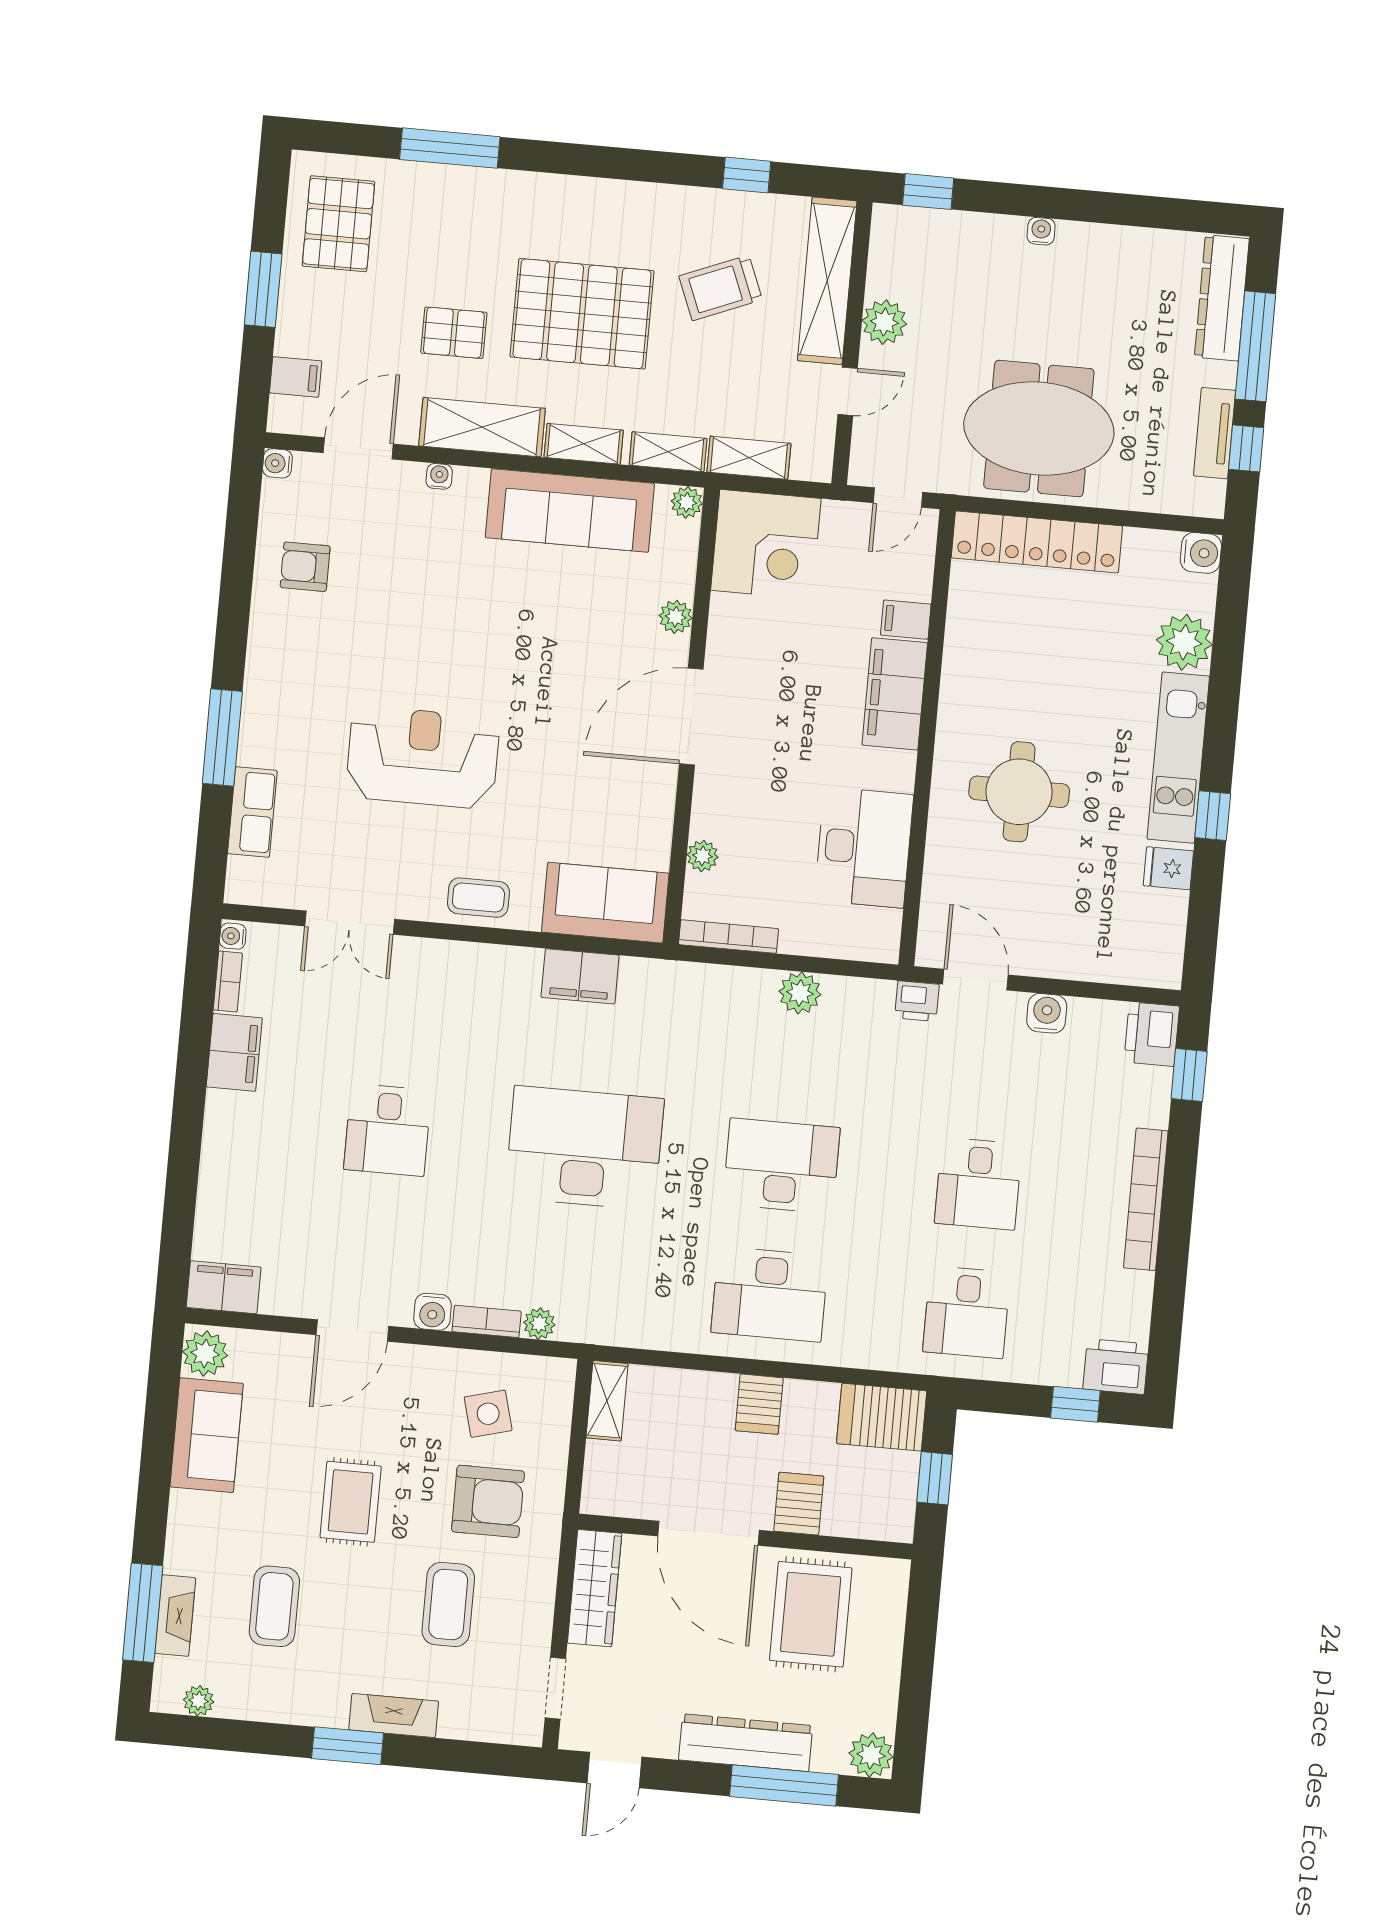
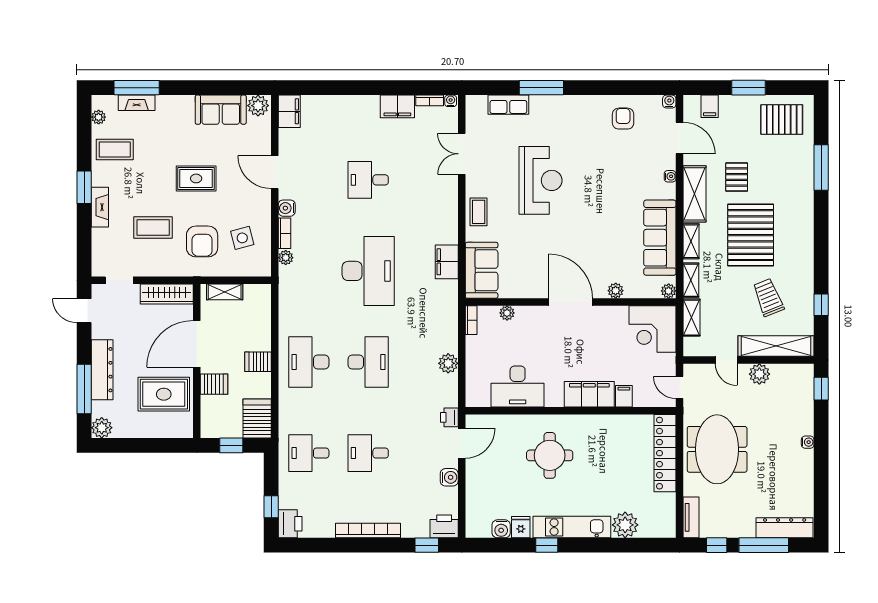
tv unit: (1215, 433) -> (691, 517), moved, turned 90
water cooler: (1201, 553) -> (501, 529), moved
bookcase: (728, 937) -> (471, 320), width x0.64
shelving: (607, 1401) -> (225, 292), moved
coffee table: (274, 1606) -> (115, 149), moved

